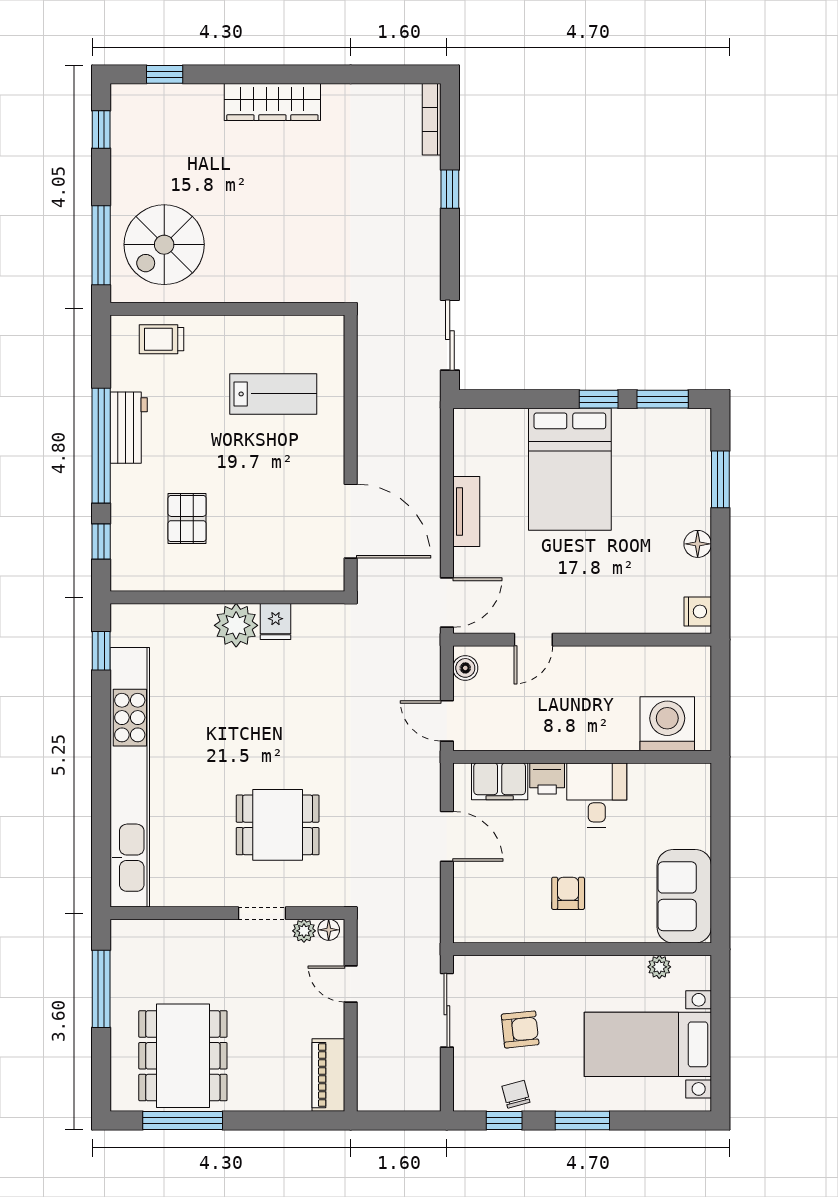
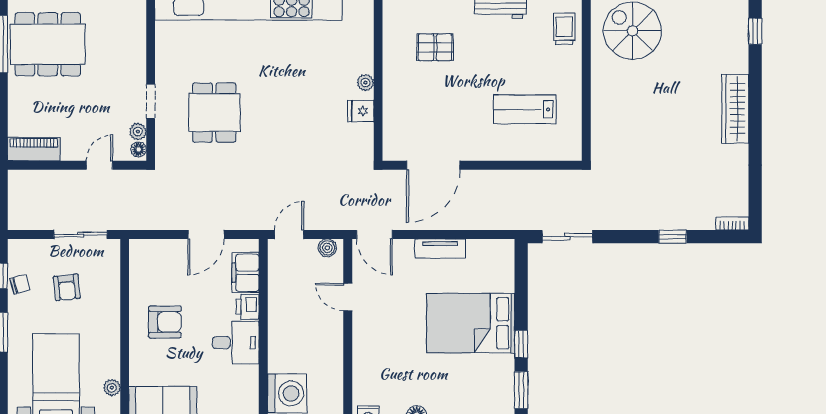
bookcase: (432, 119) -> (732, 224), width x0.64
lab bench: (273, 394) -> (525, 109), turned 90
plant: (236, 625) -> (365, 83), width x0.53, depth x0.53
armchair: (568, 893) -> (165, 322), width x1.38, depth x1.38

